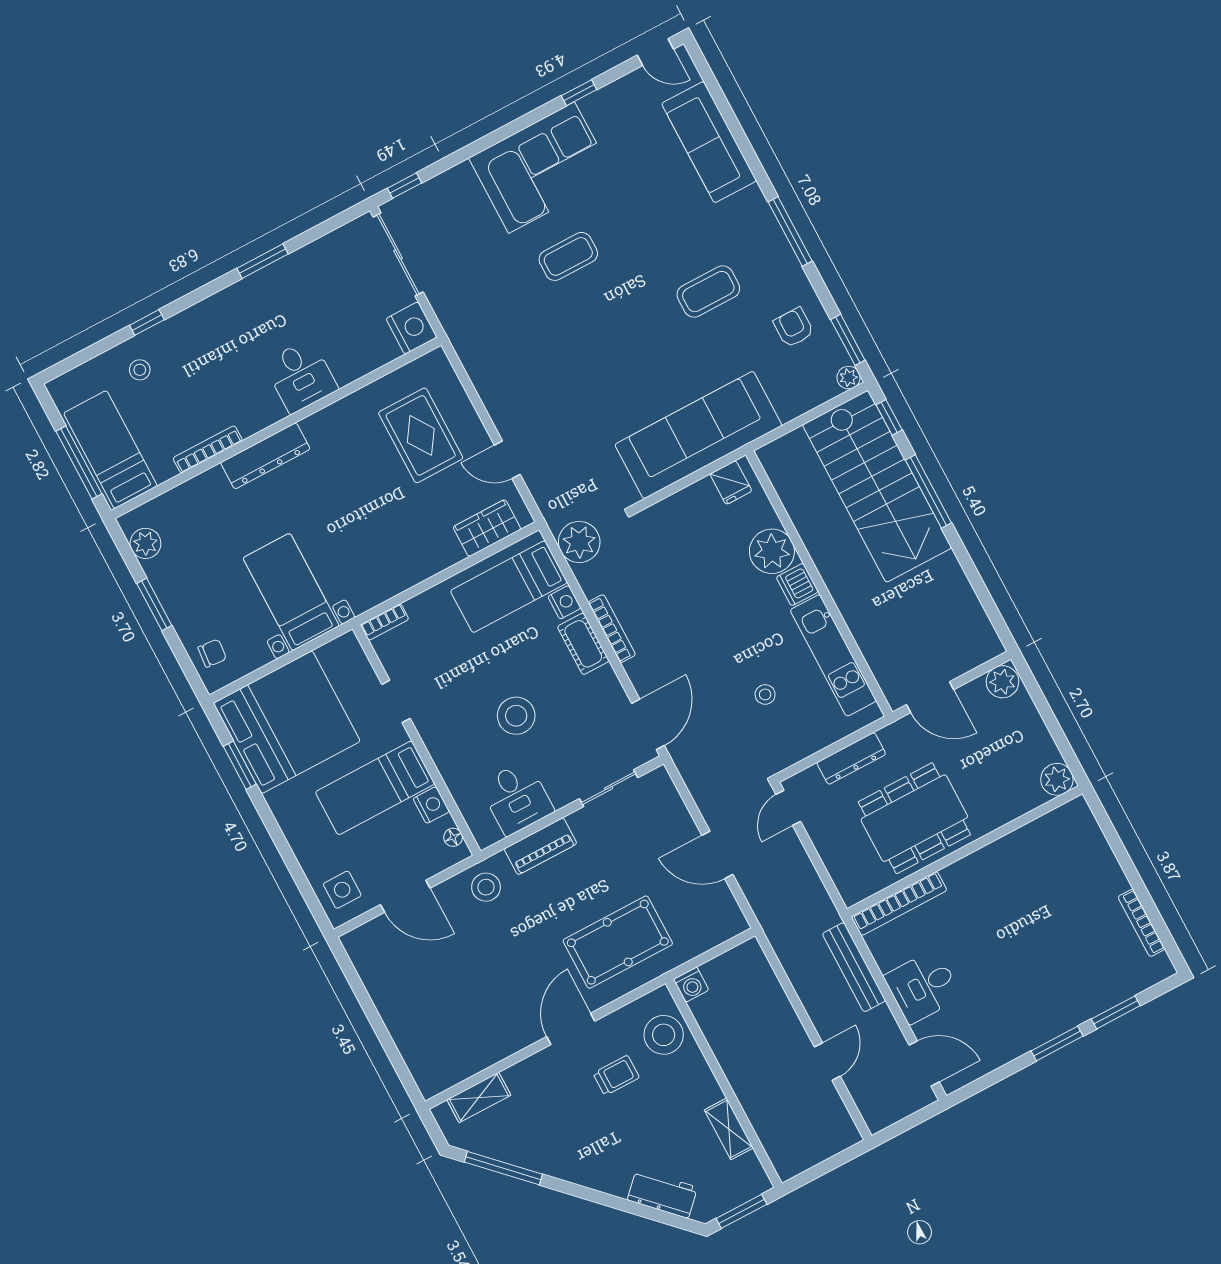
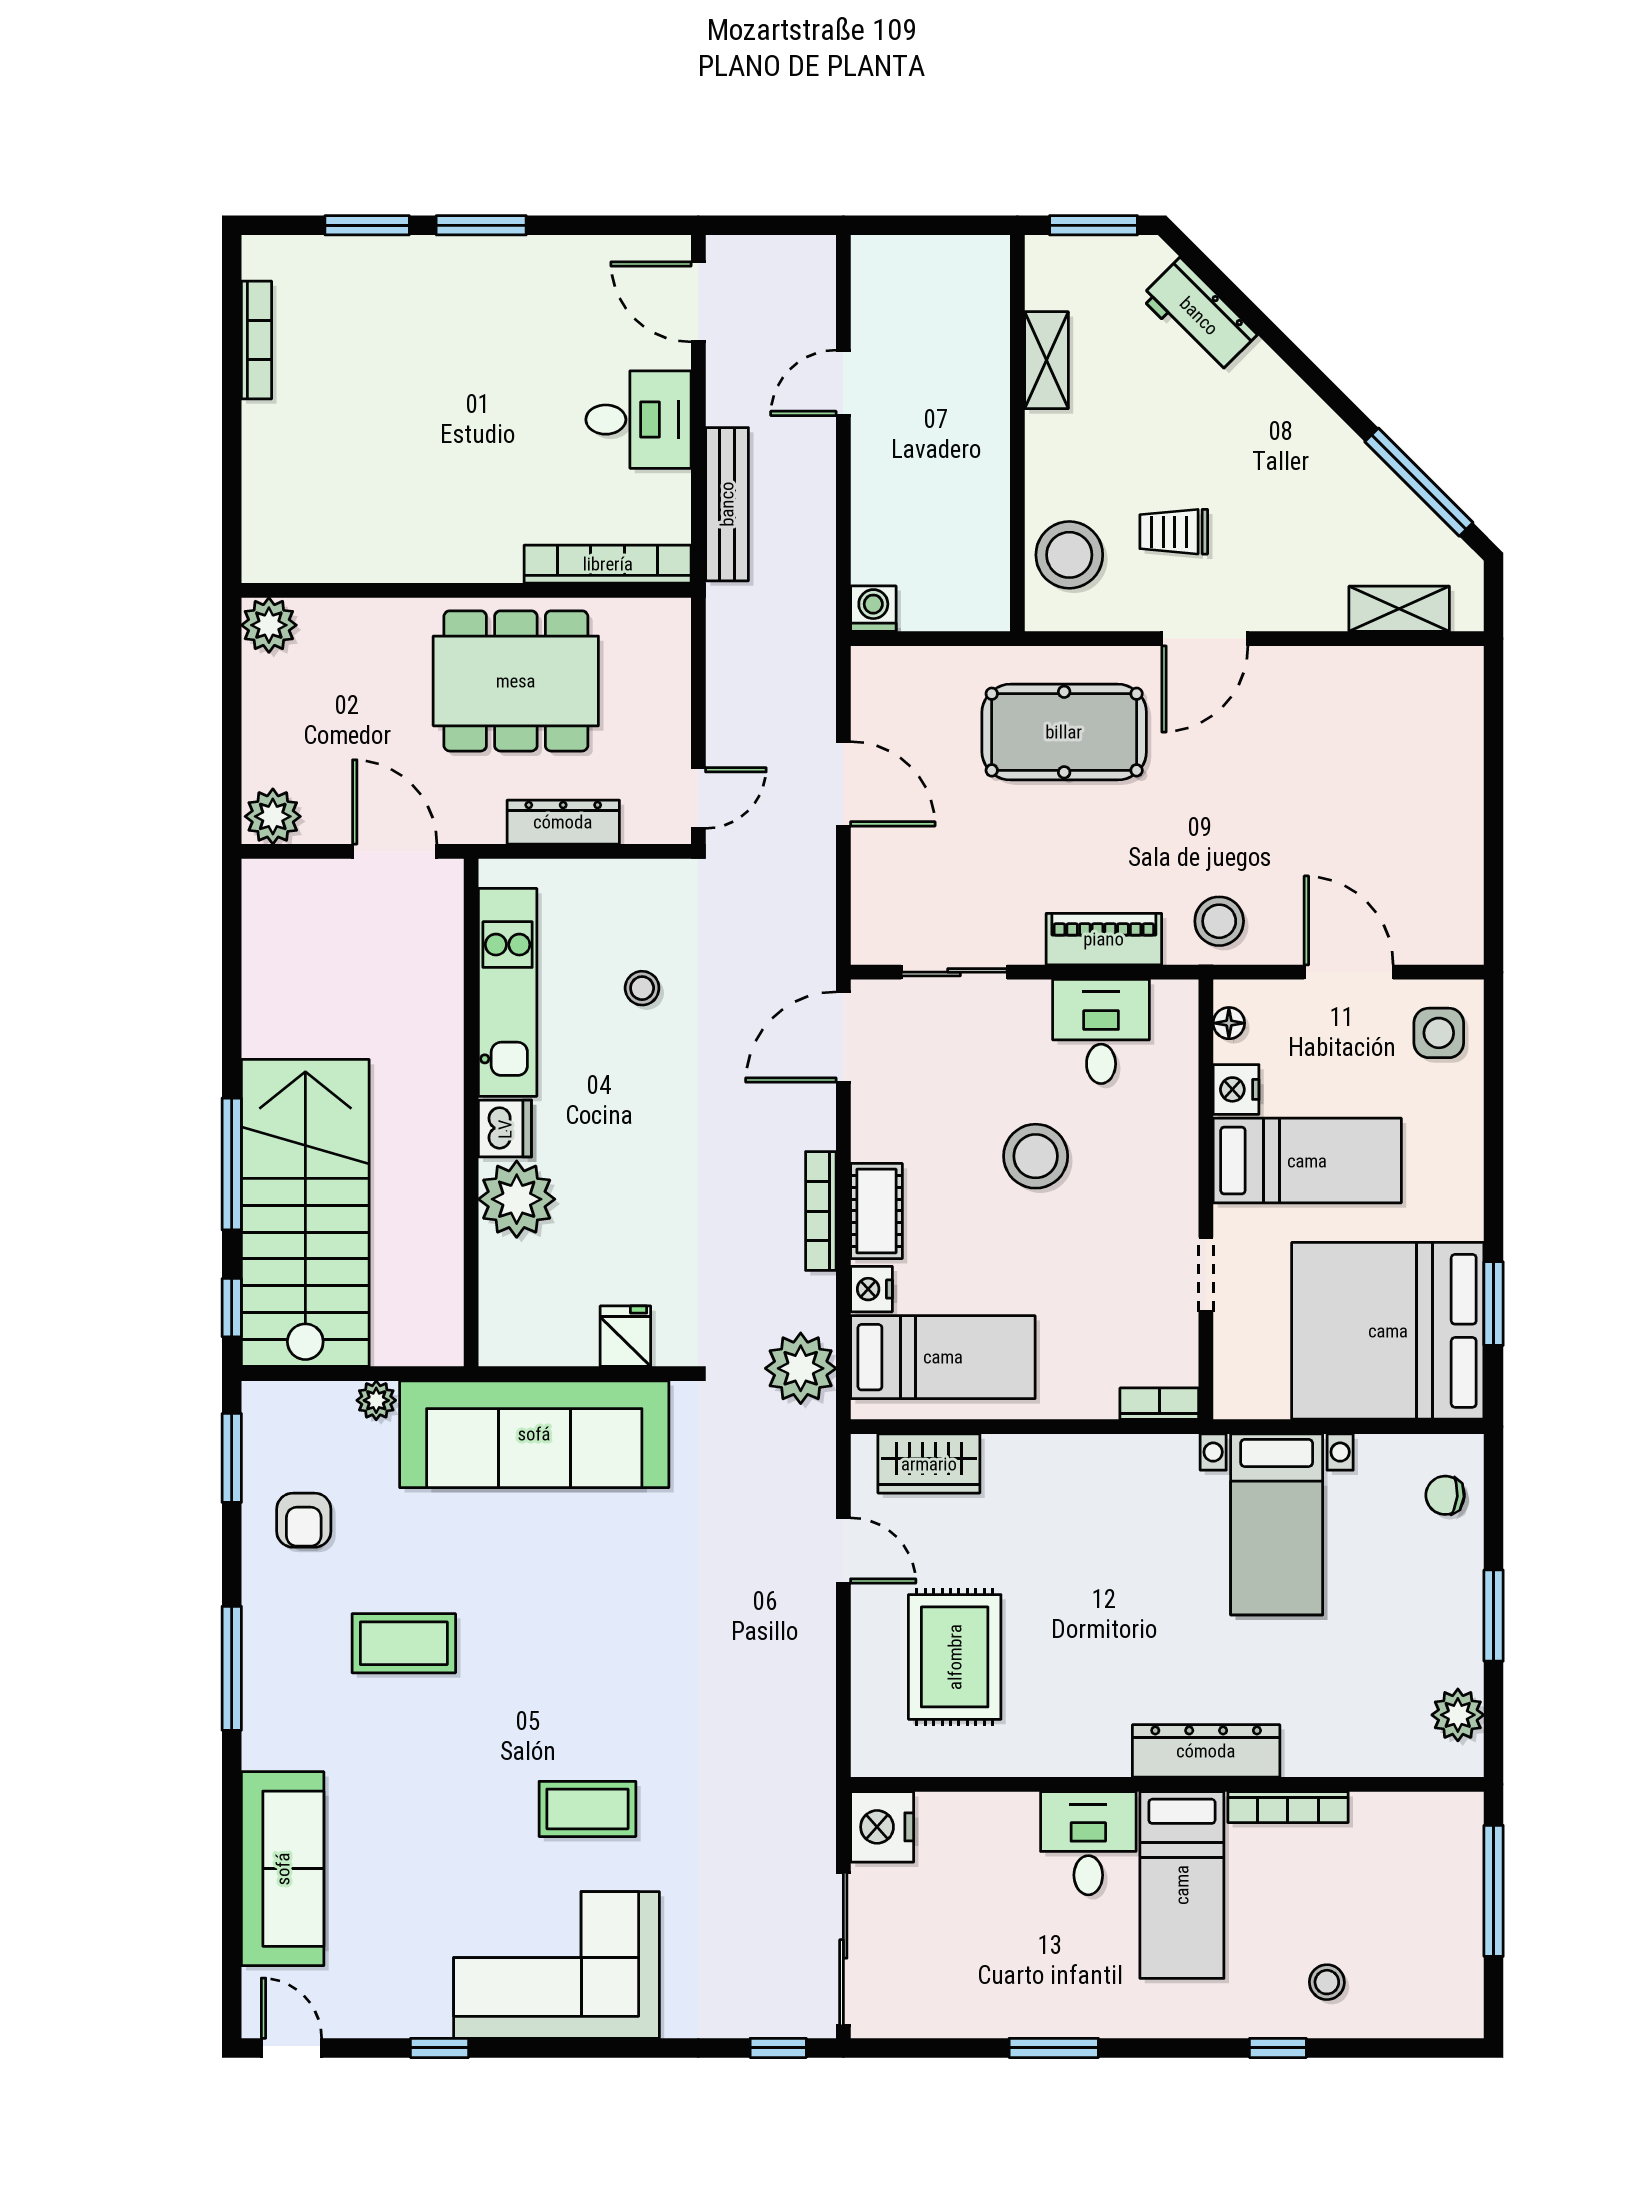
plant: (849, 378) -> (376, 1400), moved
bed: (110, 450) -> (1182, 1885), moved
fridge: (731, 483) -> (625, 1336), moved
washing machine: (691, 985) -> (873, 609), moved

